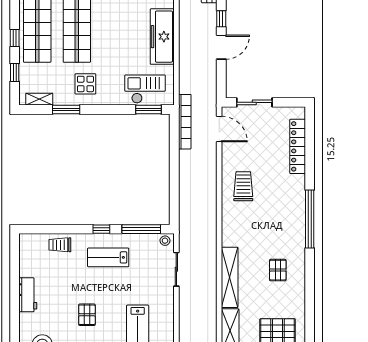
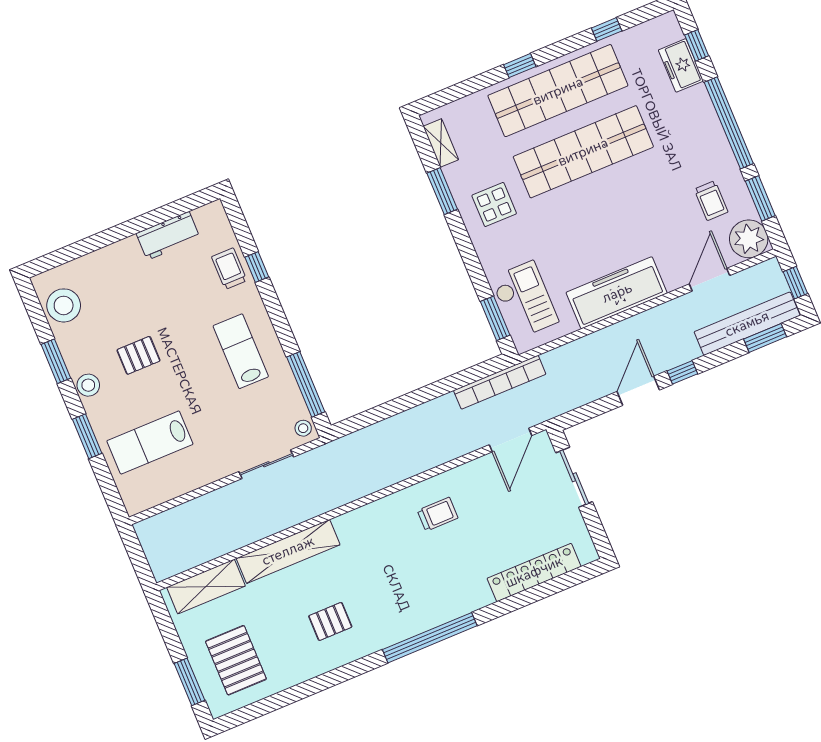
door: (221, 47) -> (638, 391), swing flipped
window: (15, 73) -> (466, 88), removed
trolley: (243, 186) -> (438, 514), width x0.73, depth x0.72
window: (101, 229) -> (257, 267), moved
workbench: (28, 295) -> (168, 236), moved

